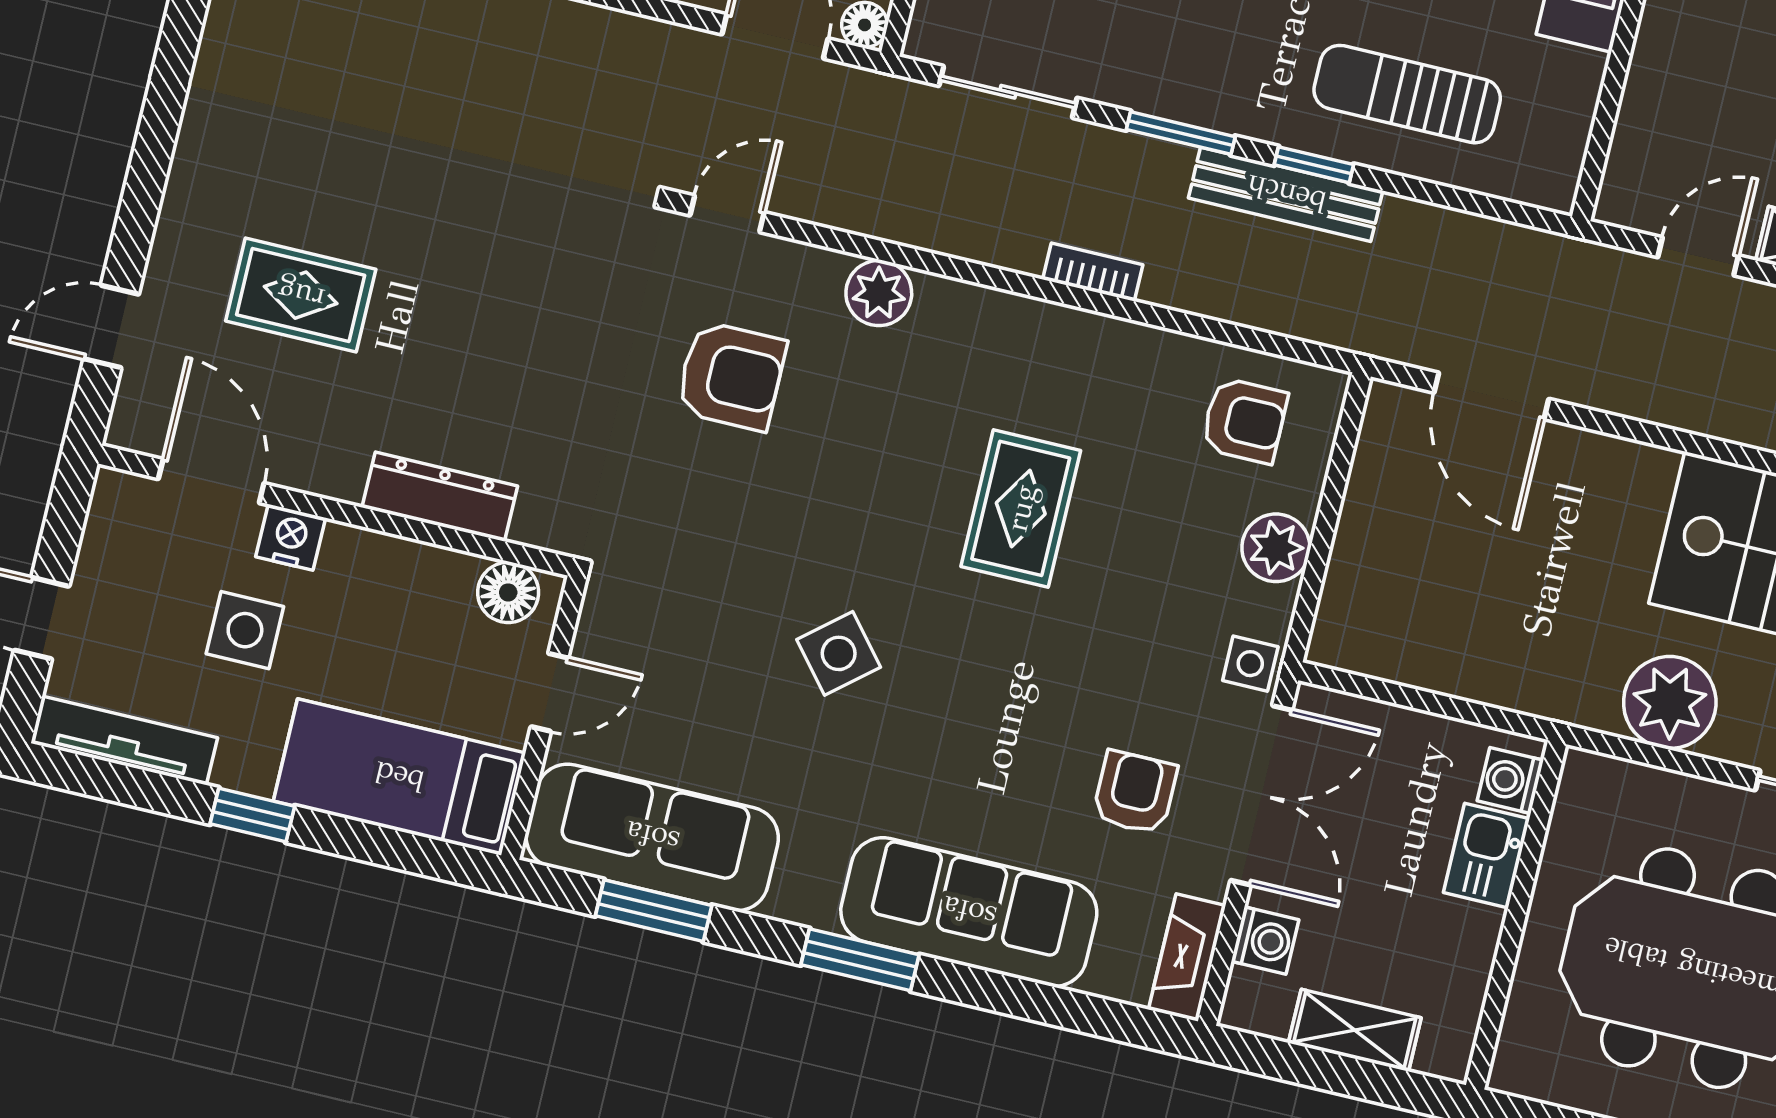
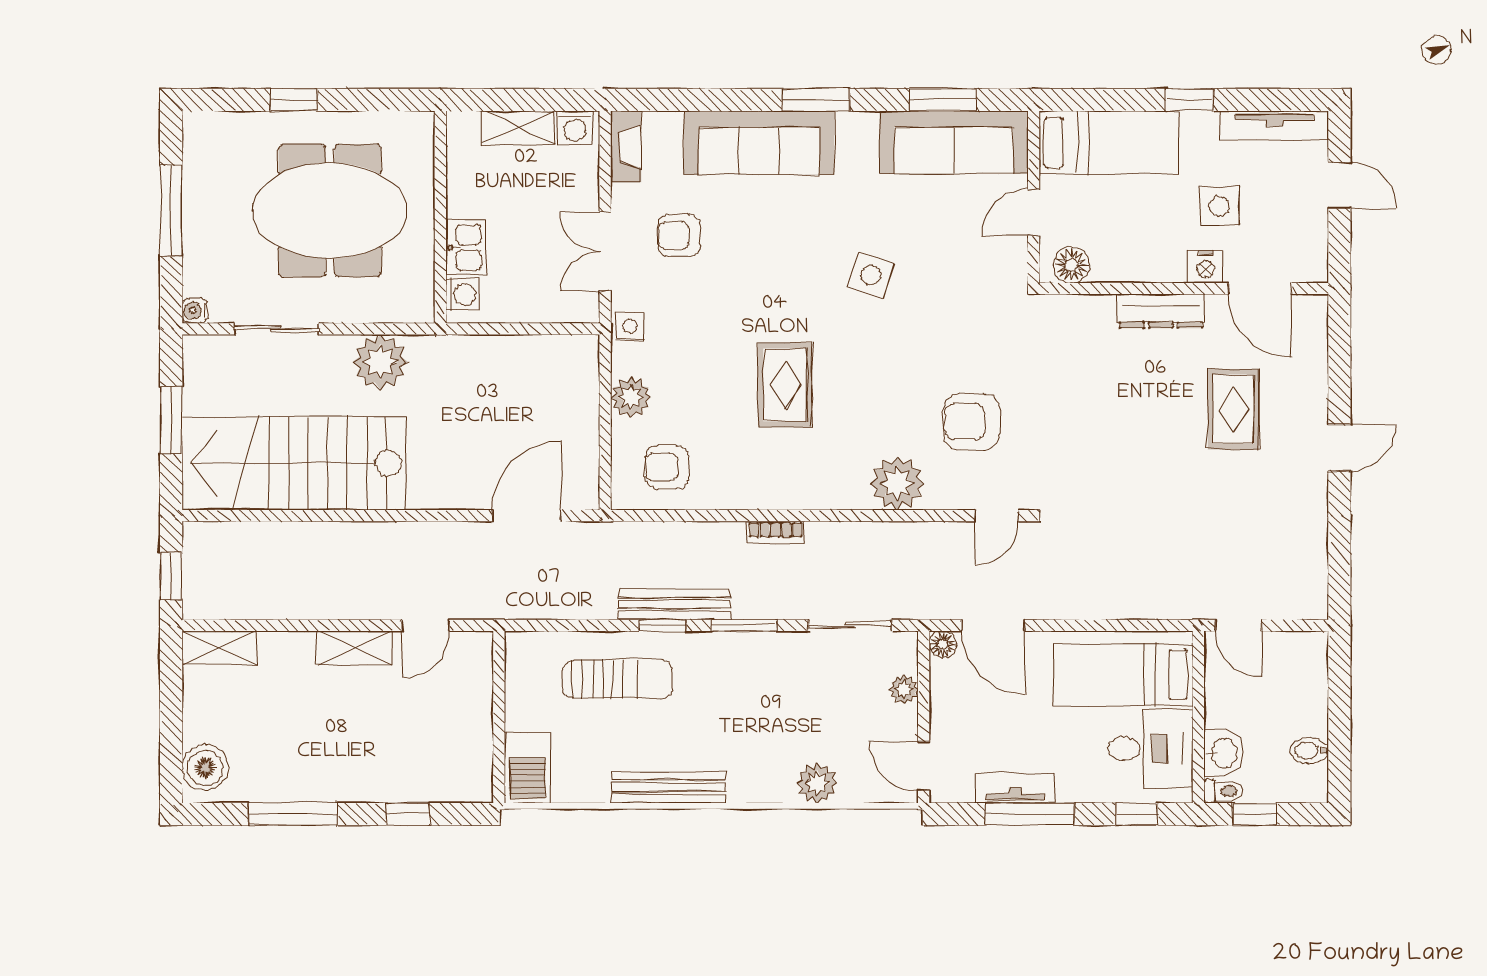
plant: (879, 293) -> (897, 483), width x1.36, depth x1.36
rug: (301, 295) -> (1233, 409), turned 90
door: (111, 327) -> (1339, 448), moved
door: (1491, 396) -> (527, 516), hinge flipped
dresser: (440, 497) -> (1161, 311), moved
side table: (839, 653) -> (871, 275), turned -31
armchair: (1135, 792) -> (679, 235), turned 90
double door: (1261, 795) -> (605, 251), width x0.73
washing machine: (1265, 941) -> (575, 128), moved, turned -90

